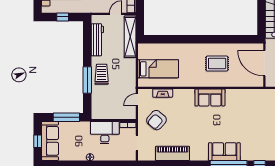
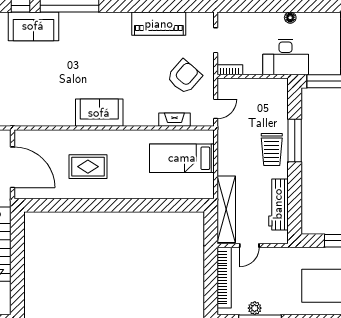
desk: (105, 132) -> (286, 57), moved
sofa: (224, 152) -> (33, 26), moved

